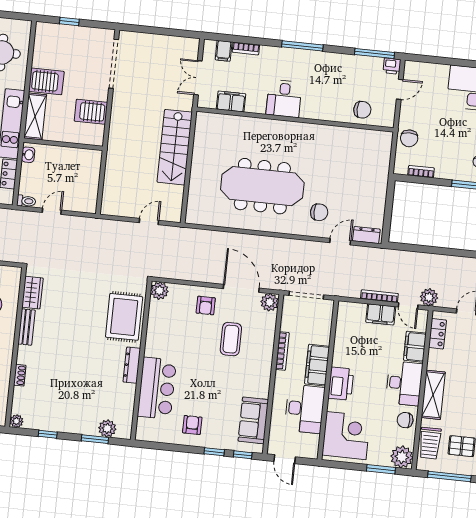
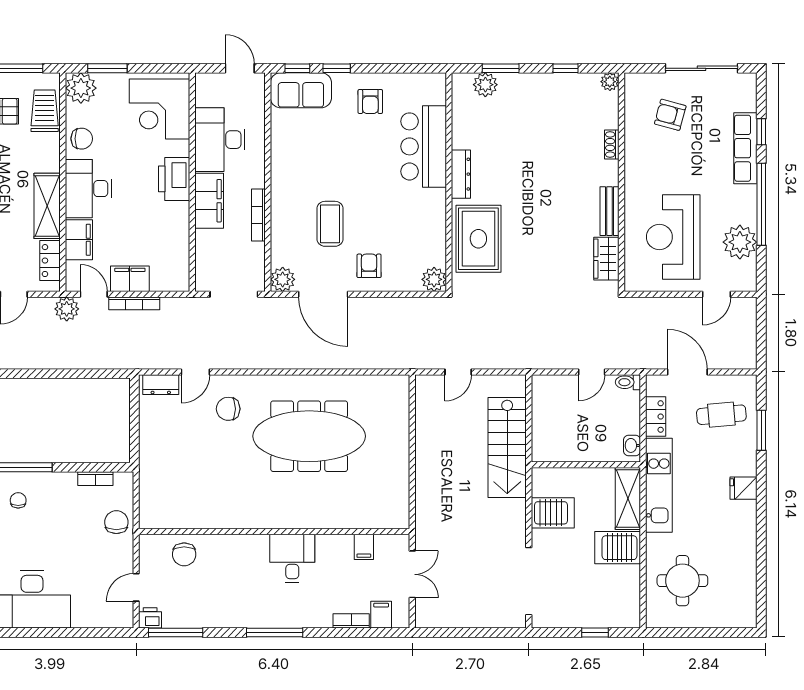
filing cabinet: (231, 101) -> (364, 547), width x0.50
chair: (362, 110) -> (184, 554), turned -90
stairs: (175, 147) -> (507, 448), moved, turned 180
shelving: (433, 395) -> (47, 206), moved
sofa: (253, 420) -> (301, 90), moved, turned 90

